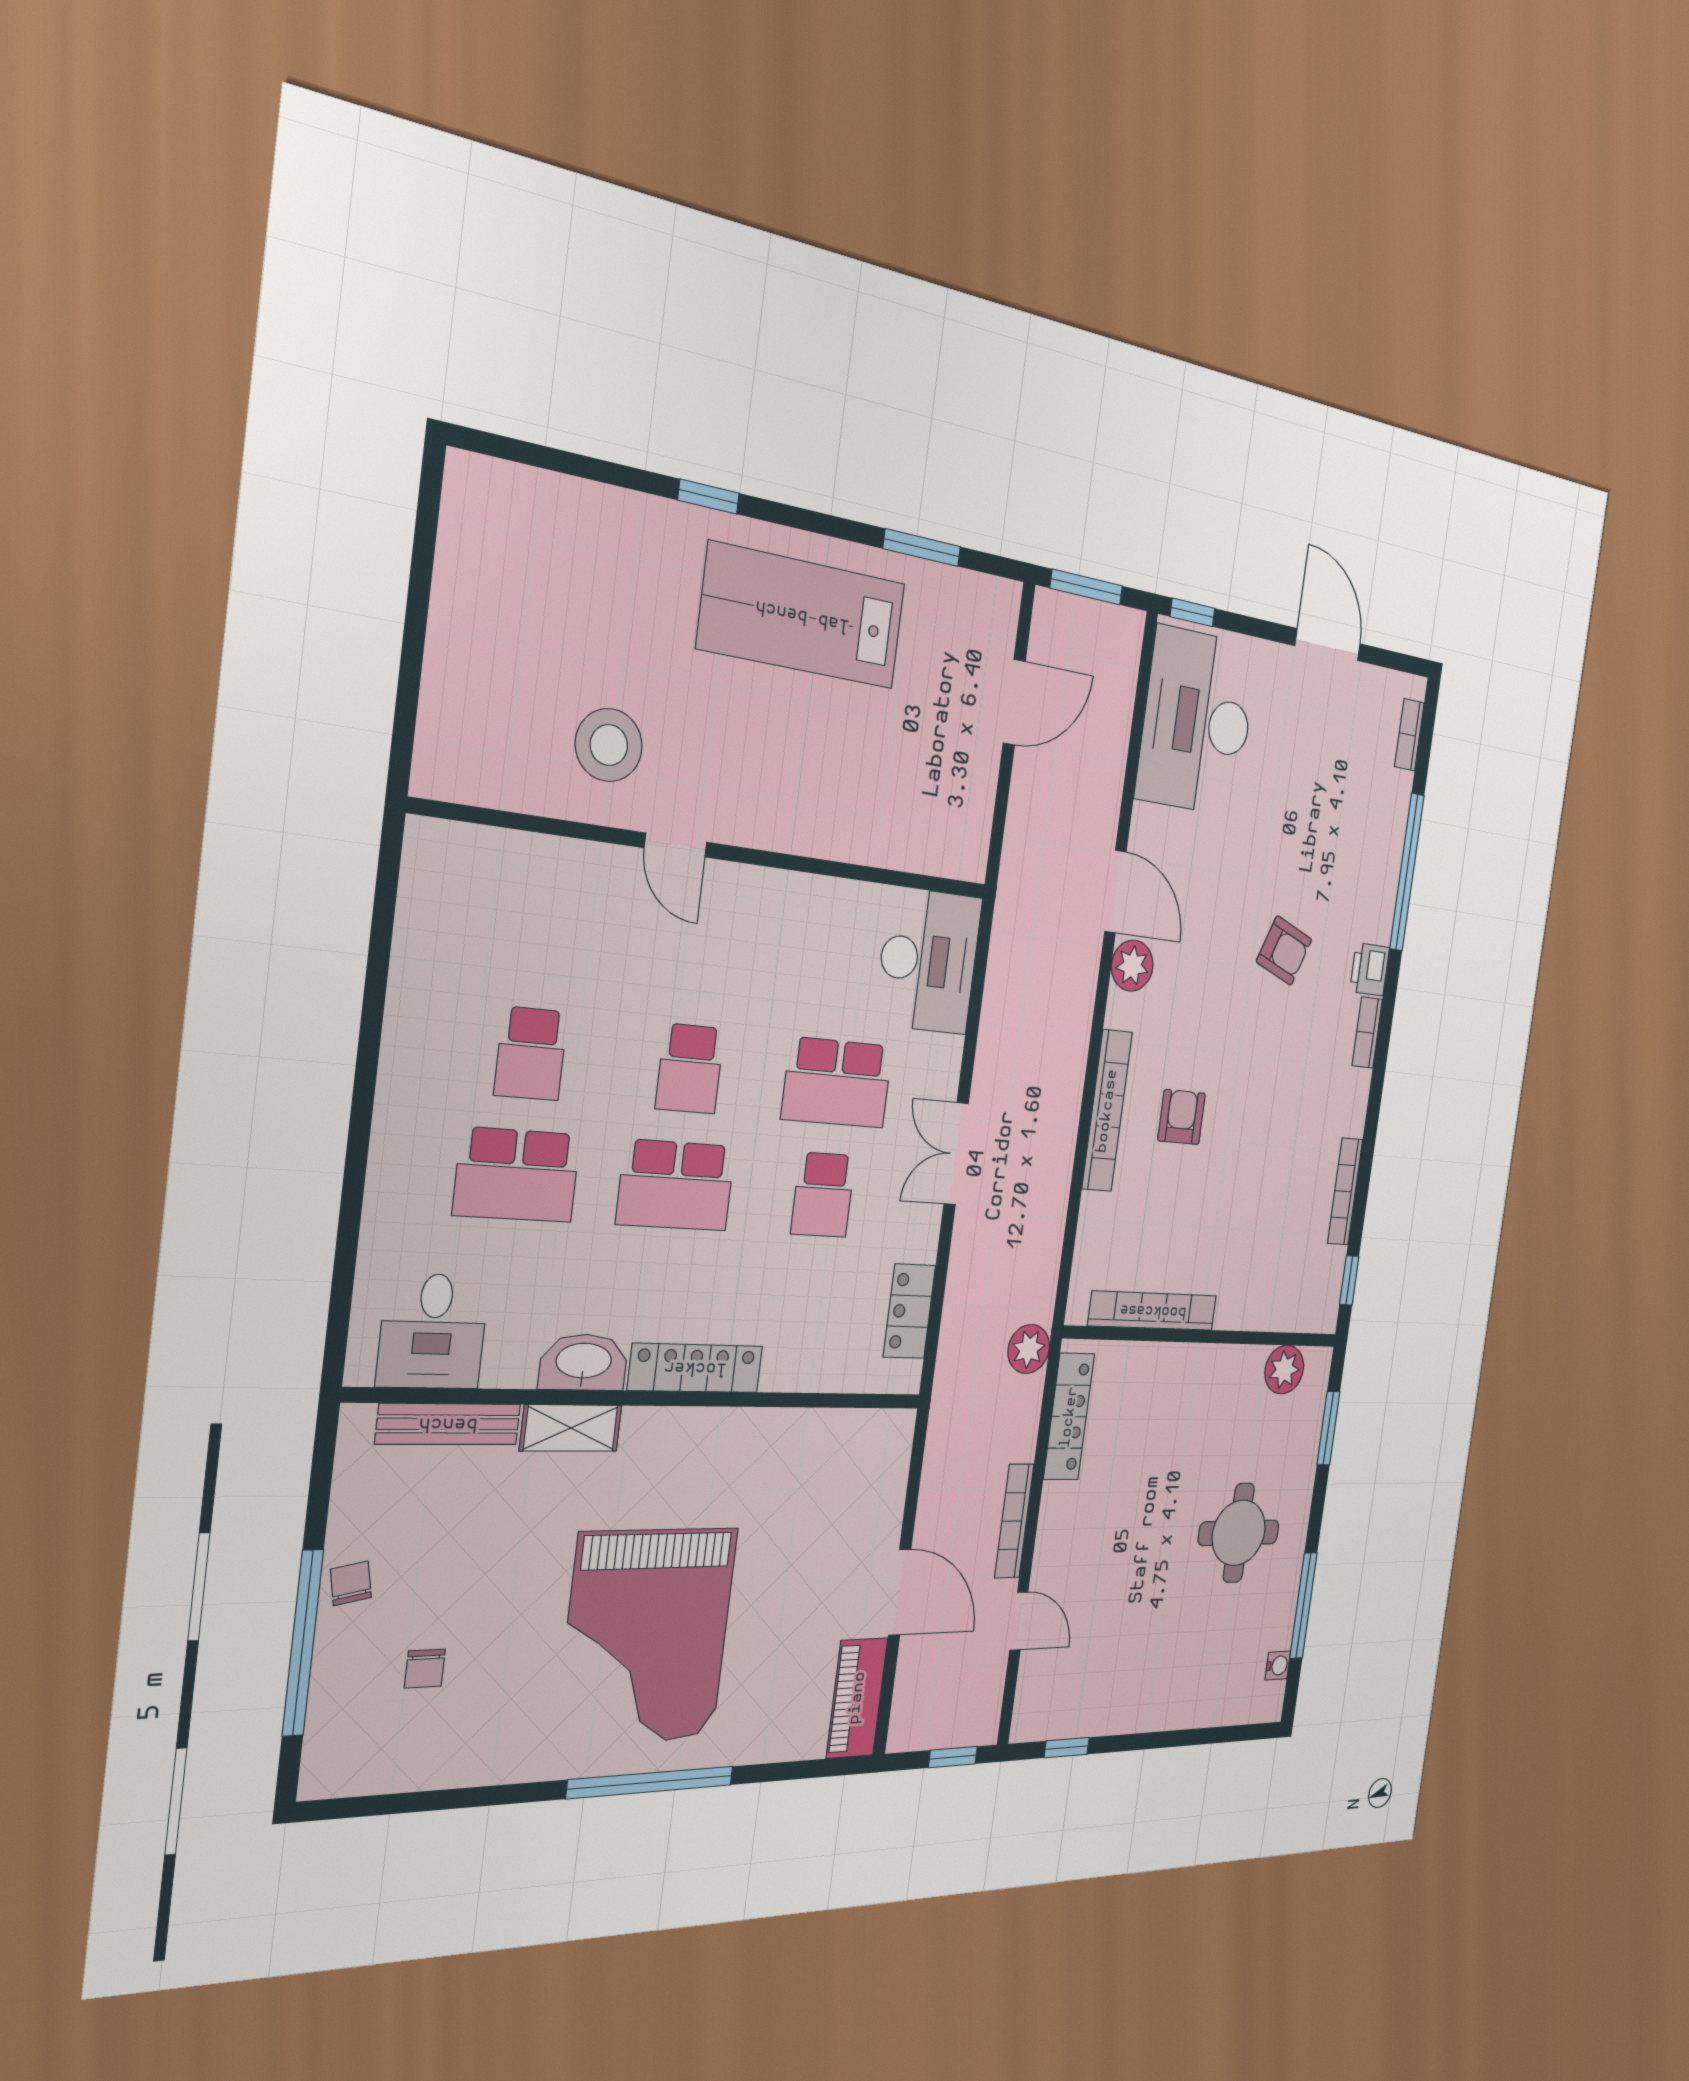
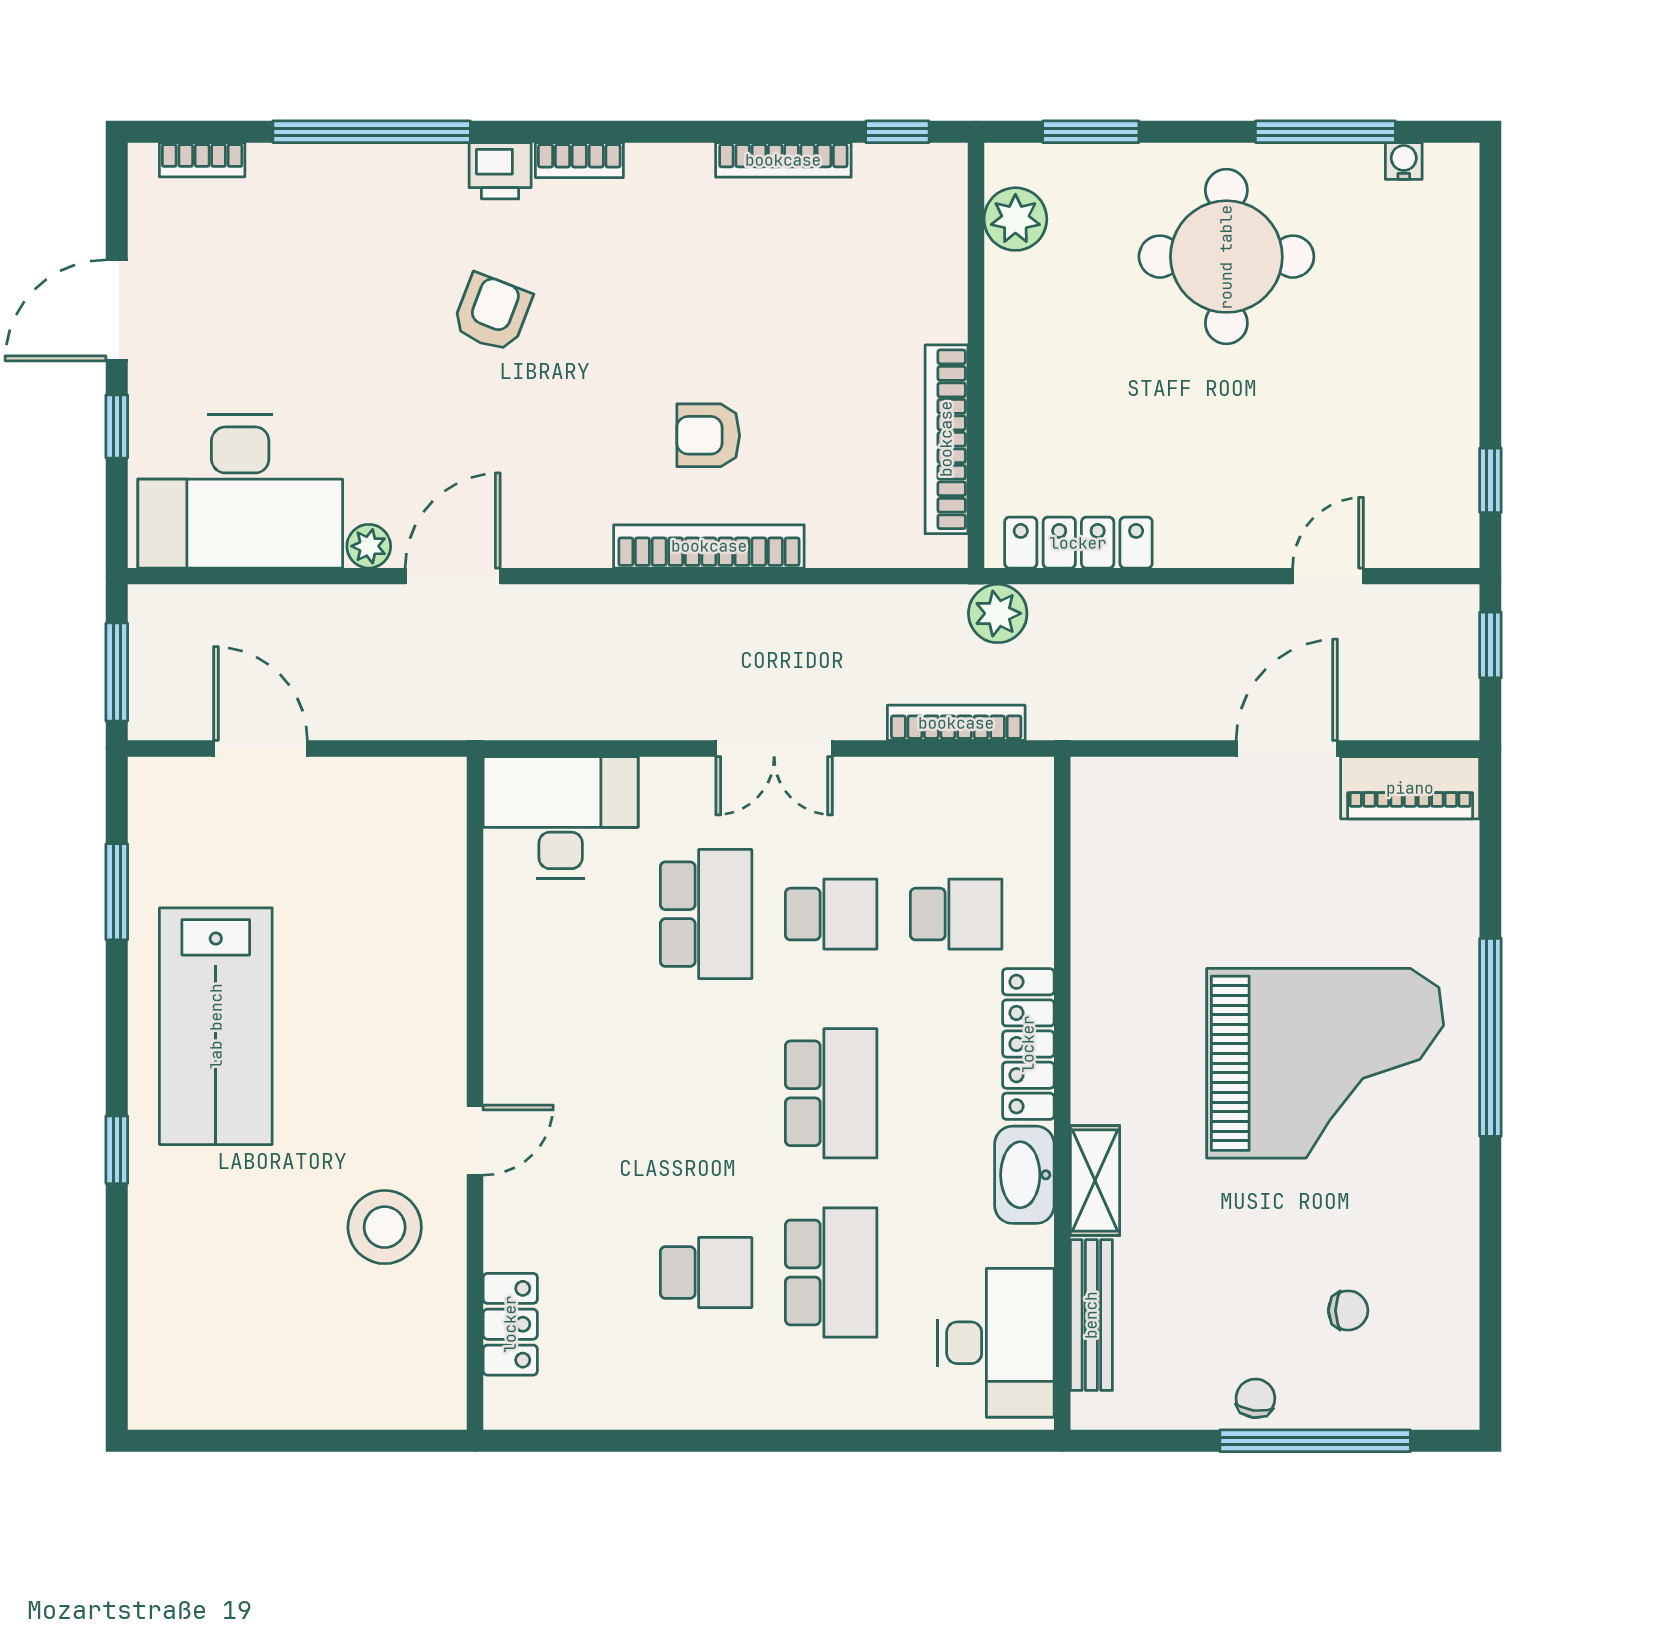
window: (1192, 612) -> (117, 426), moved
plant: (1132, 966) -> (369, 546), moved, width x0.73, depth x0.73
school desk: (690, 1069) -> (956, 914), moved
locker: (909, 1311) -> (510, 1324), moved, turned -90
desk: (433, 1331) -> (996, 1343), width x1.37
bookcase: (1014, 1521) -> (956, 723), moved, turned 180
round table: (1239, 1533) -> (1226, 257), width x1.36, depth x1.36
chair: (351, 1583) -> (1255, 1398), turned 108

